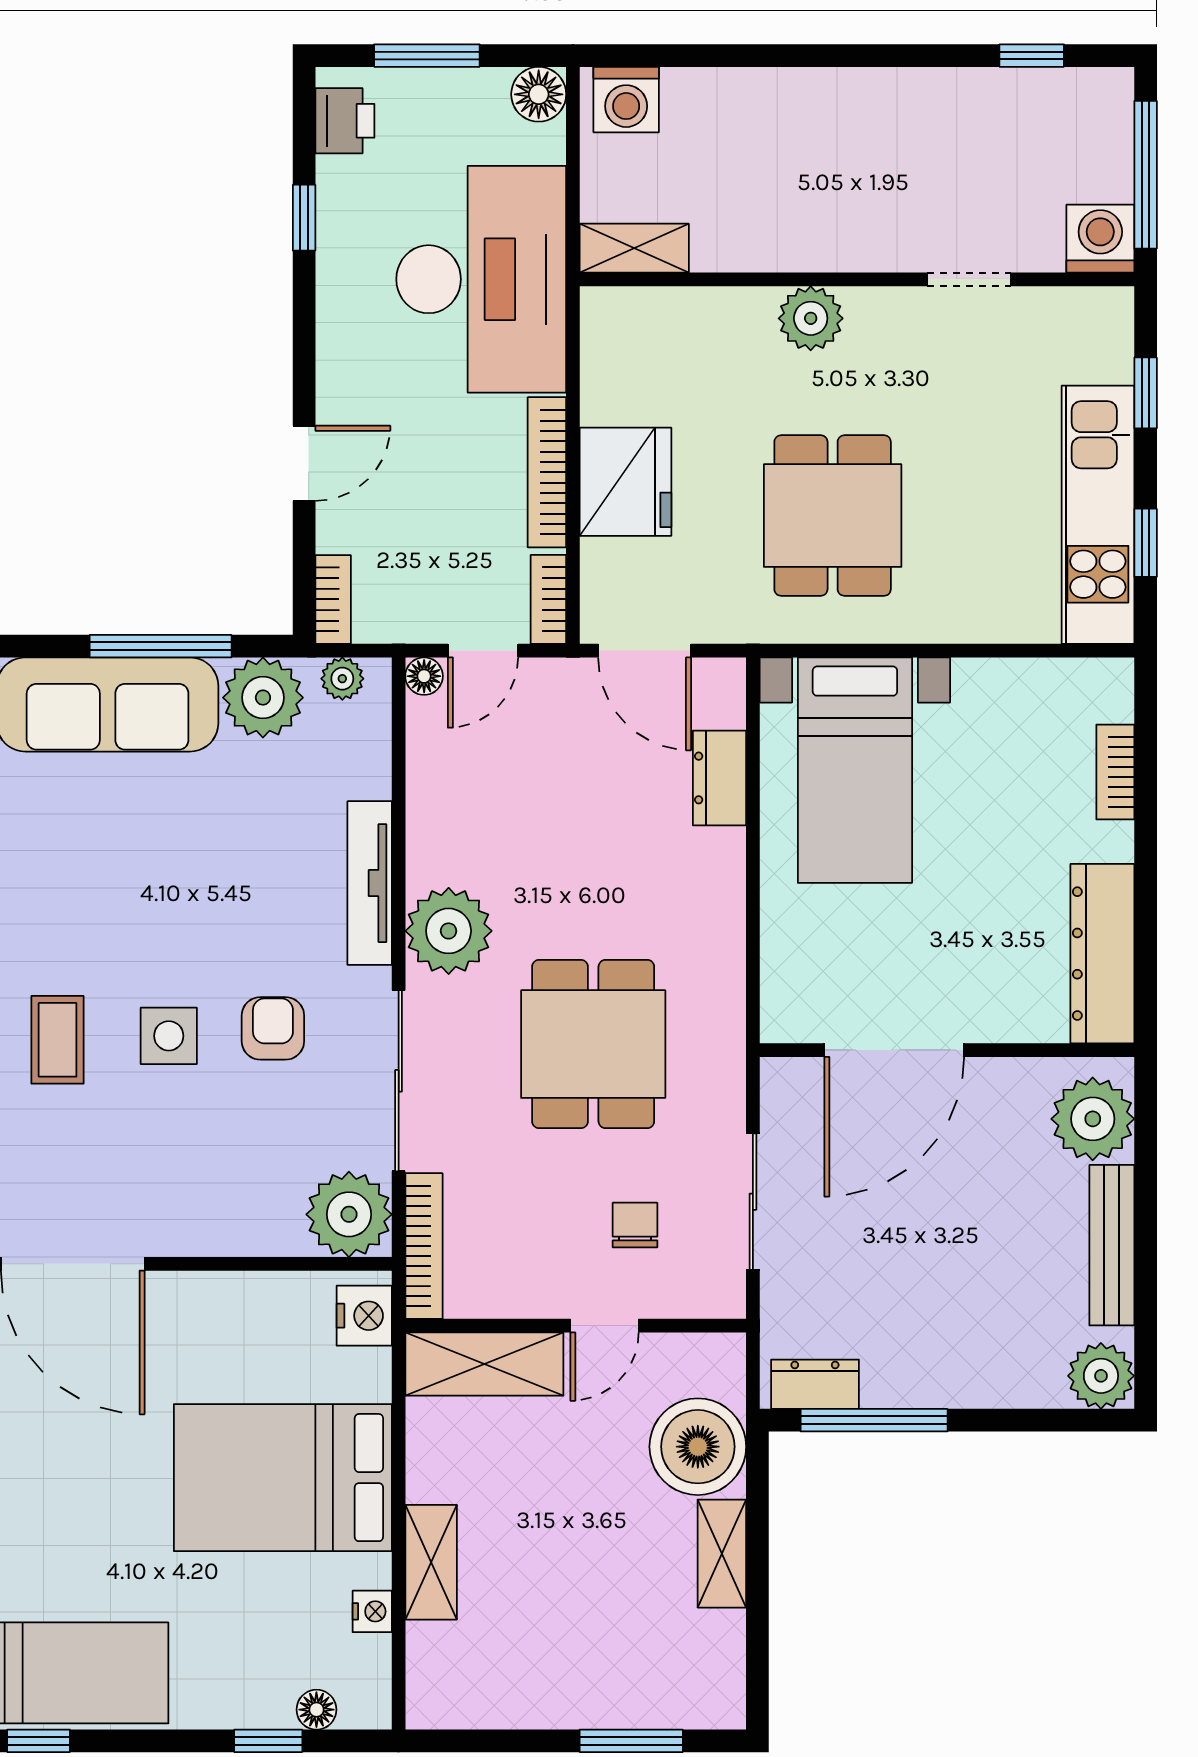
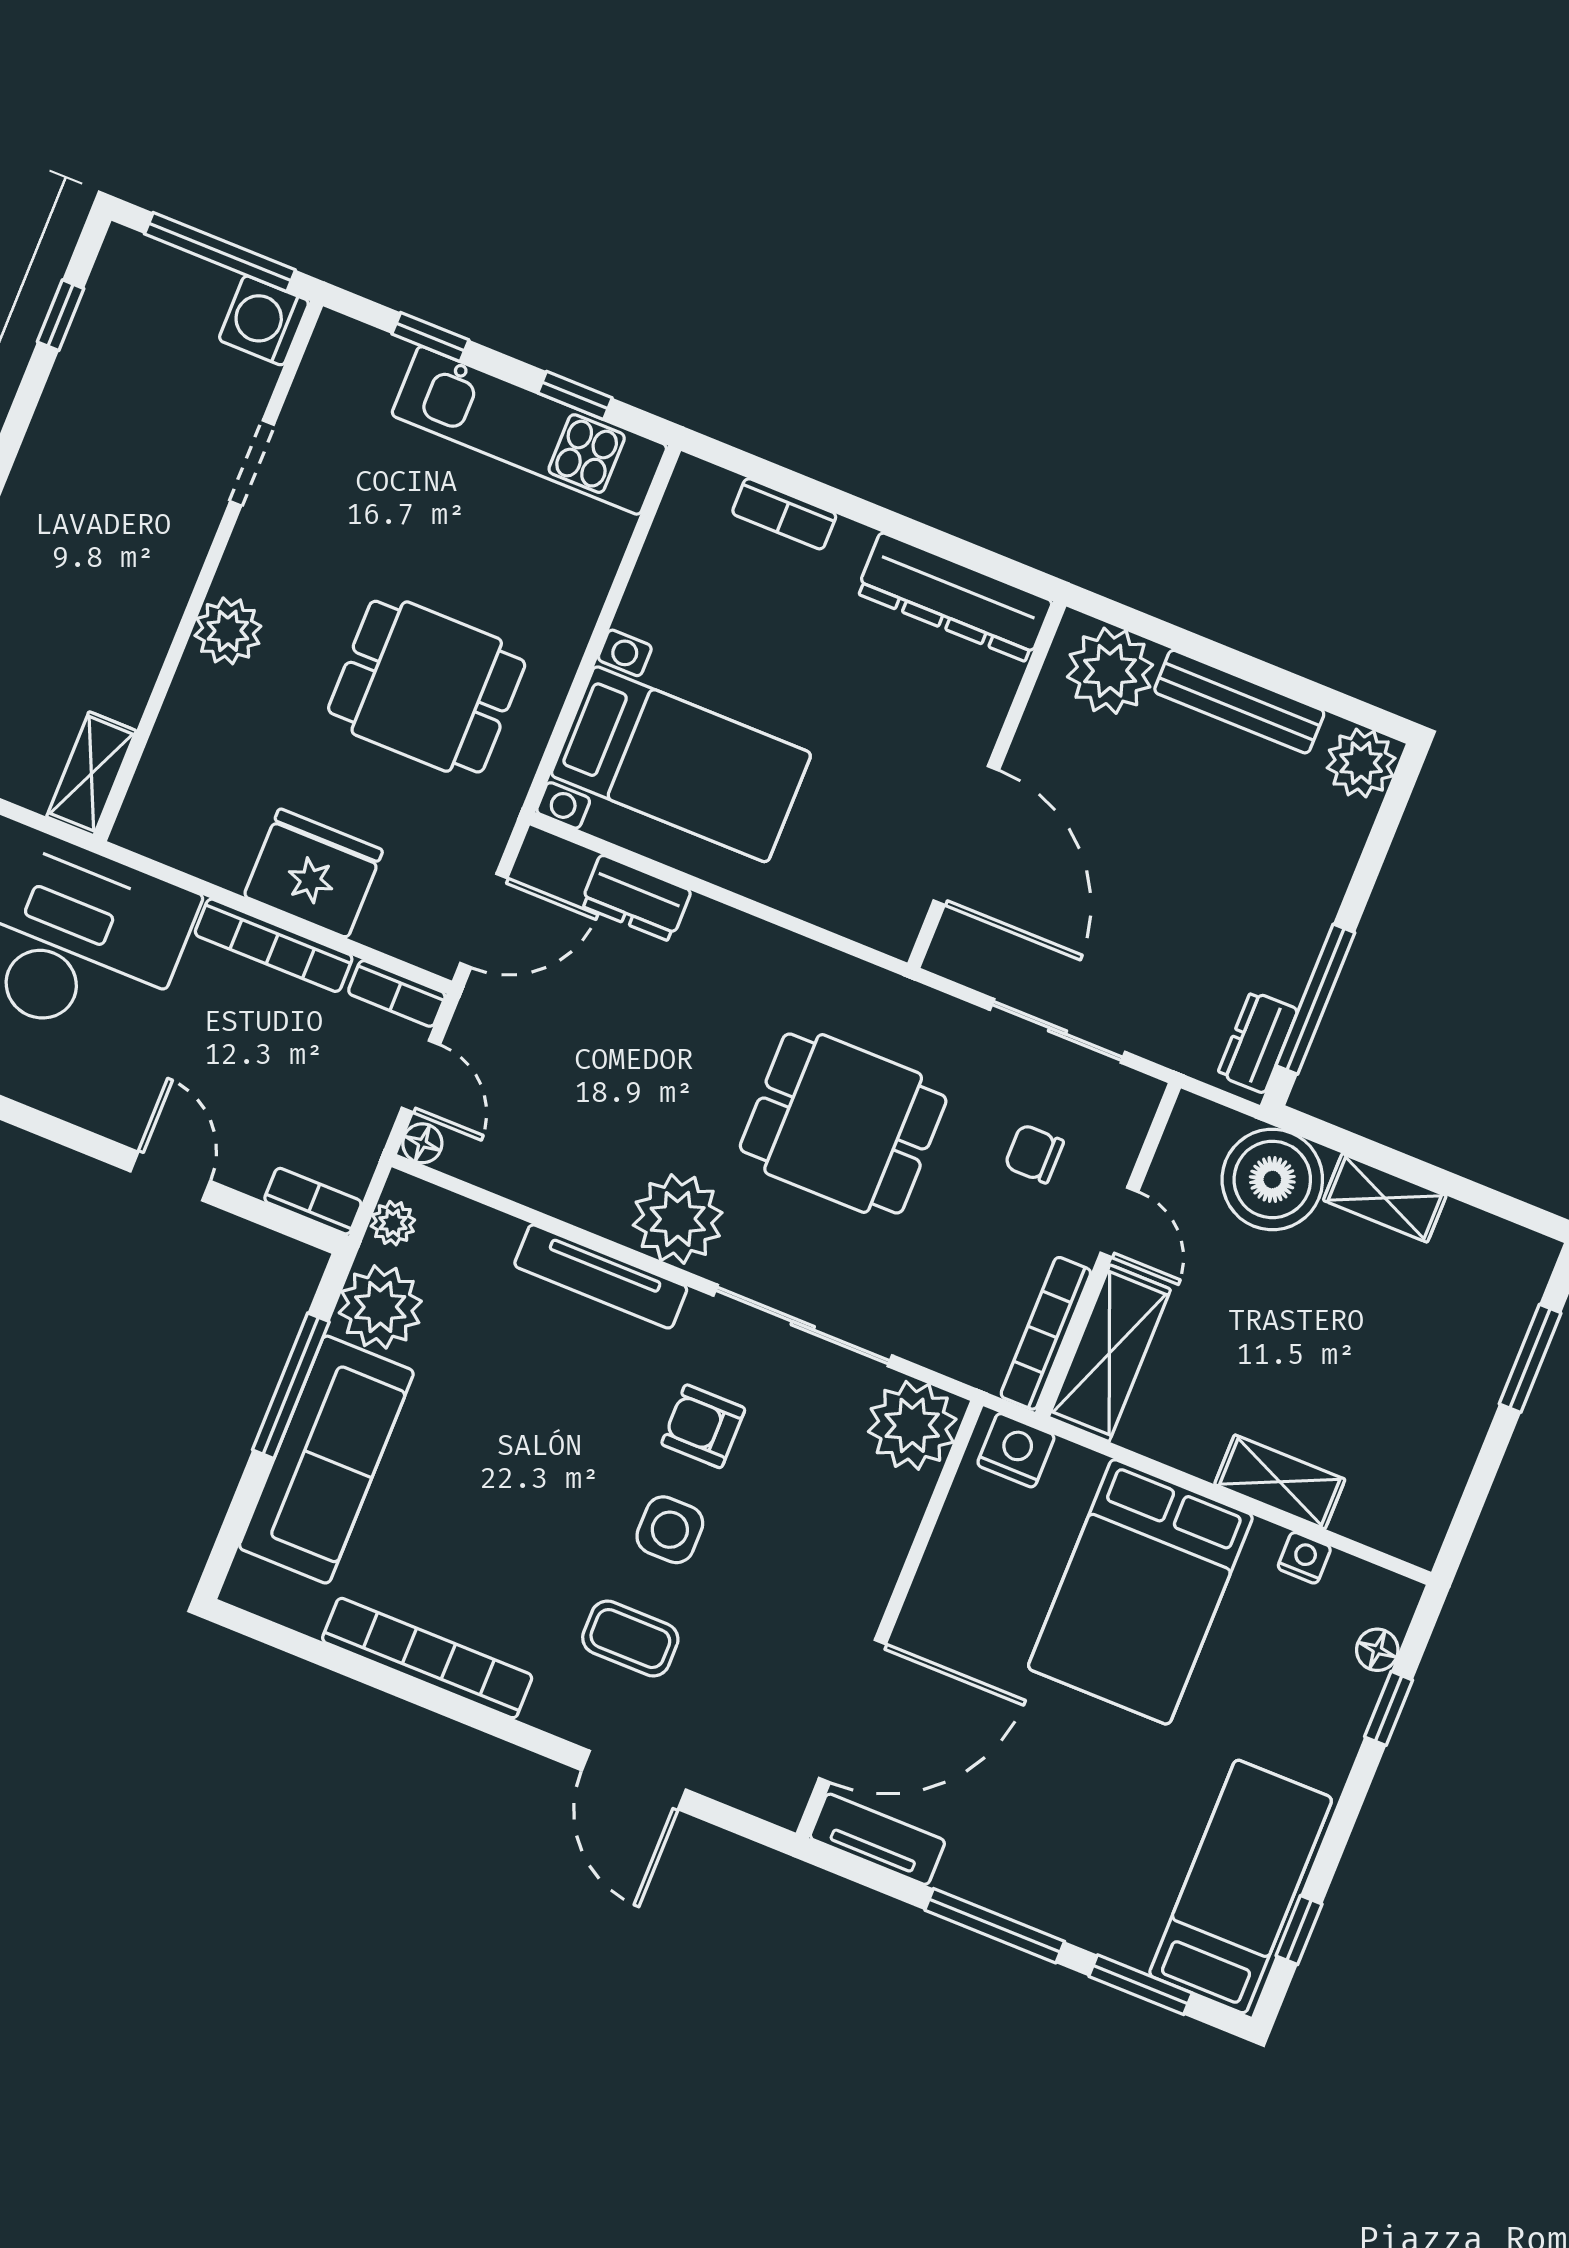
bookcase: (424, 1246) -> (1046, 1333), moved, turned -90

